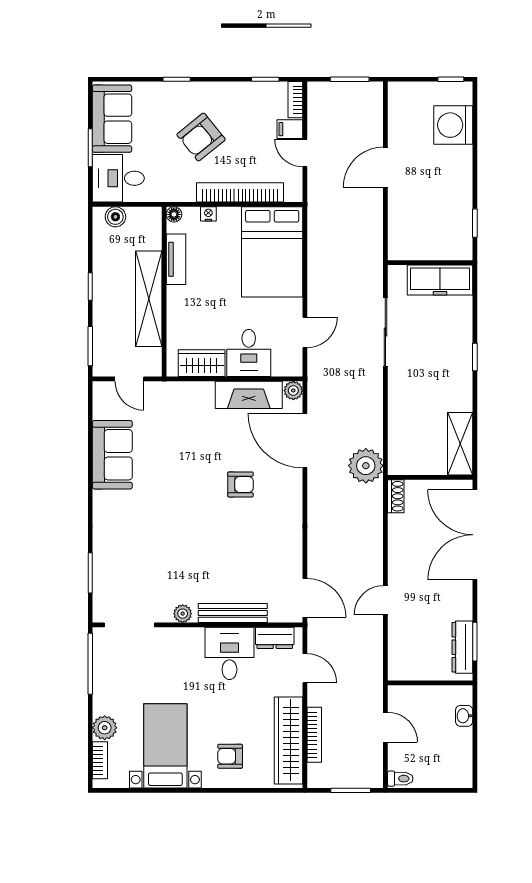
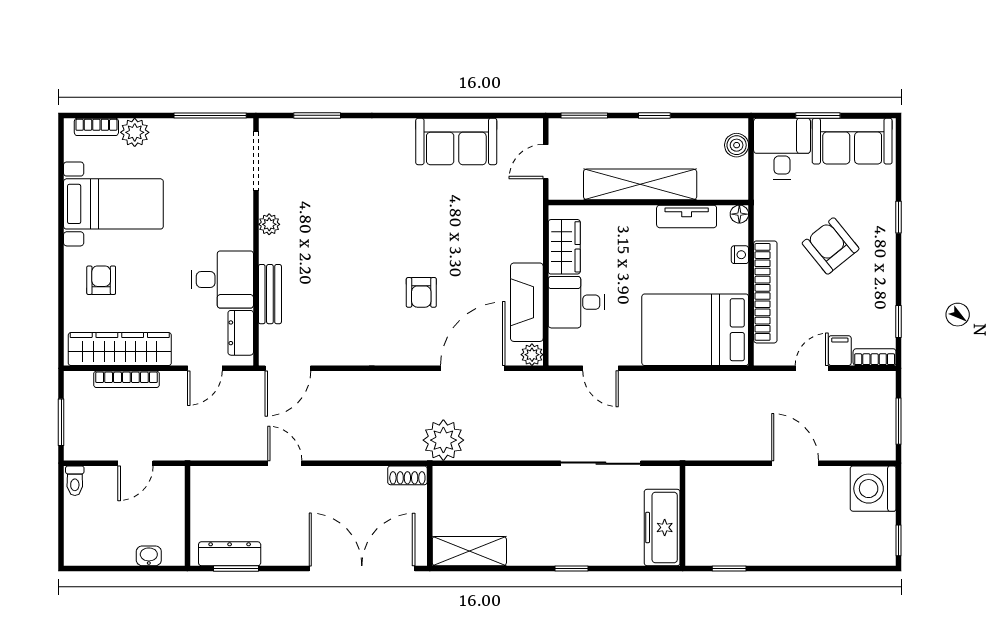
washing machine: (453, 125) -> (873, 489), moved, turned -90
bench: (233, 613) -> (270, 294), width x0.73

